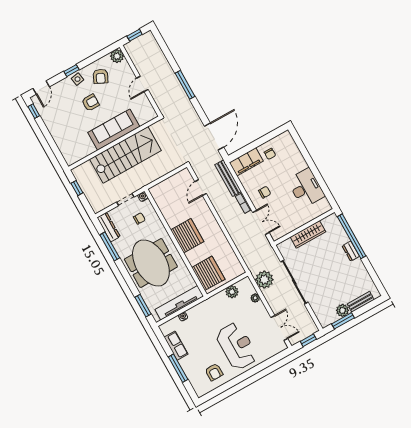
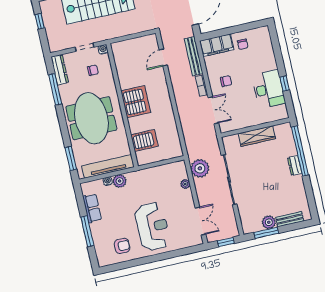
window: (319, 178) -> (285, 84), added
server rack: (208, 273) -> (145, 140), width x0.63
plant: (232, 292) -> (120, 181), moved
armchair: (214, 372) -> (122, 246), turned -89

